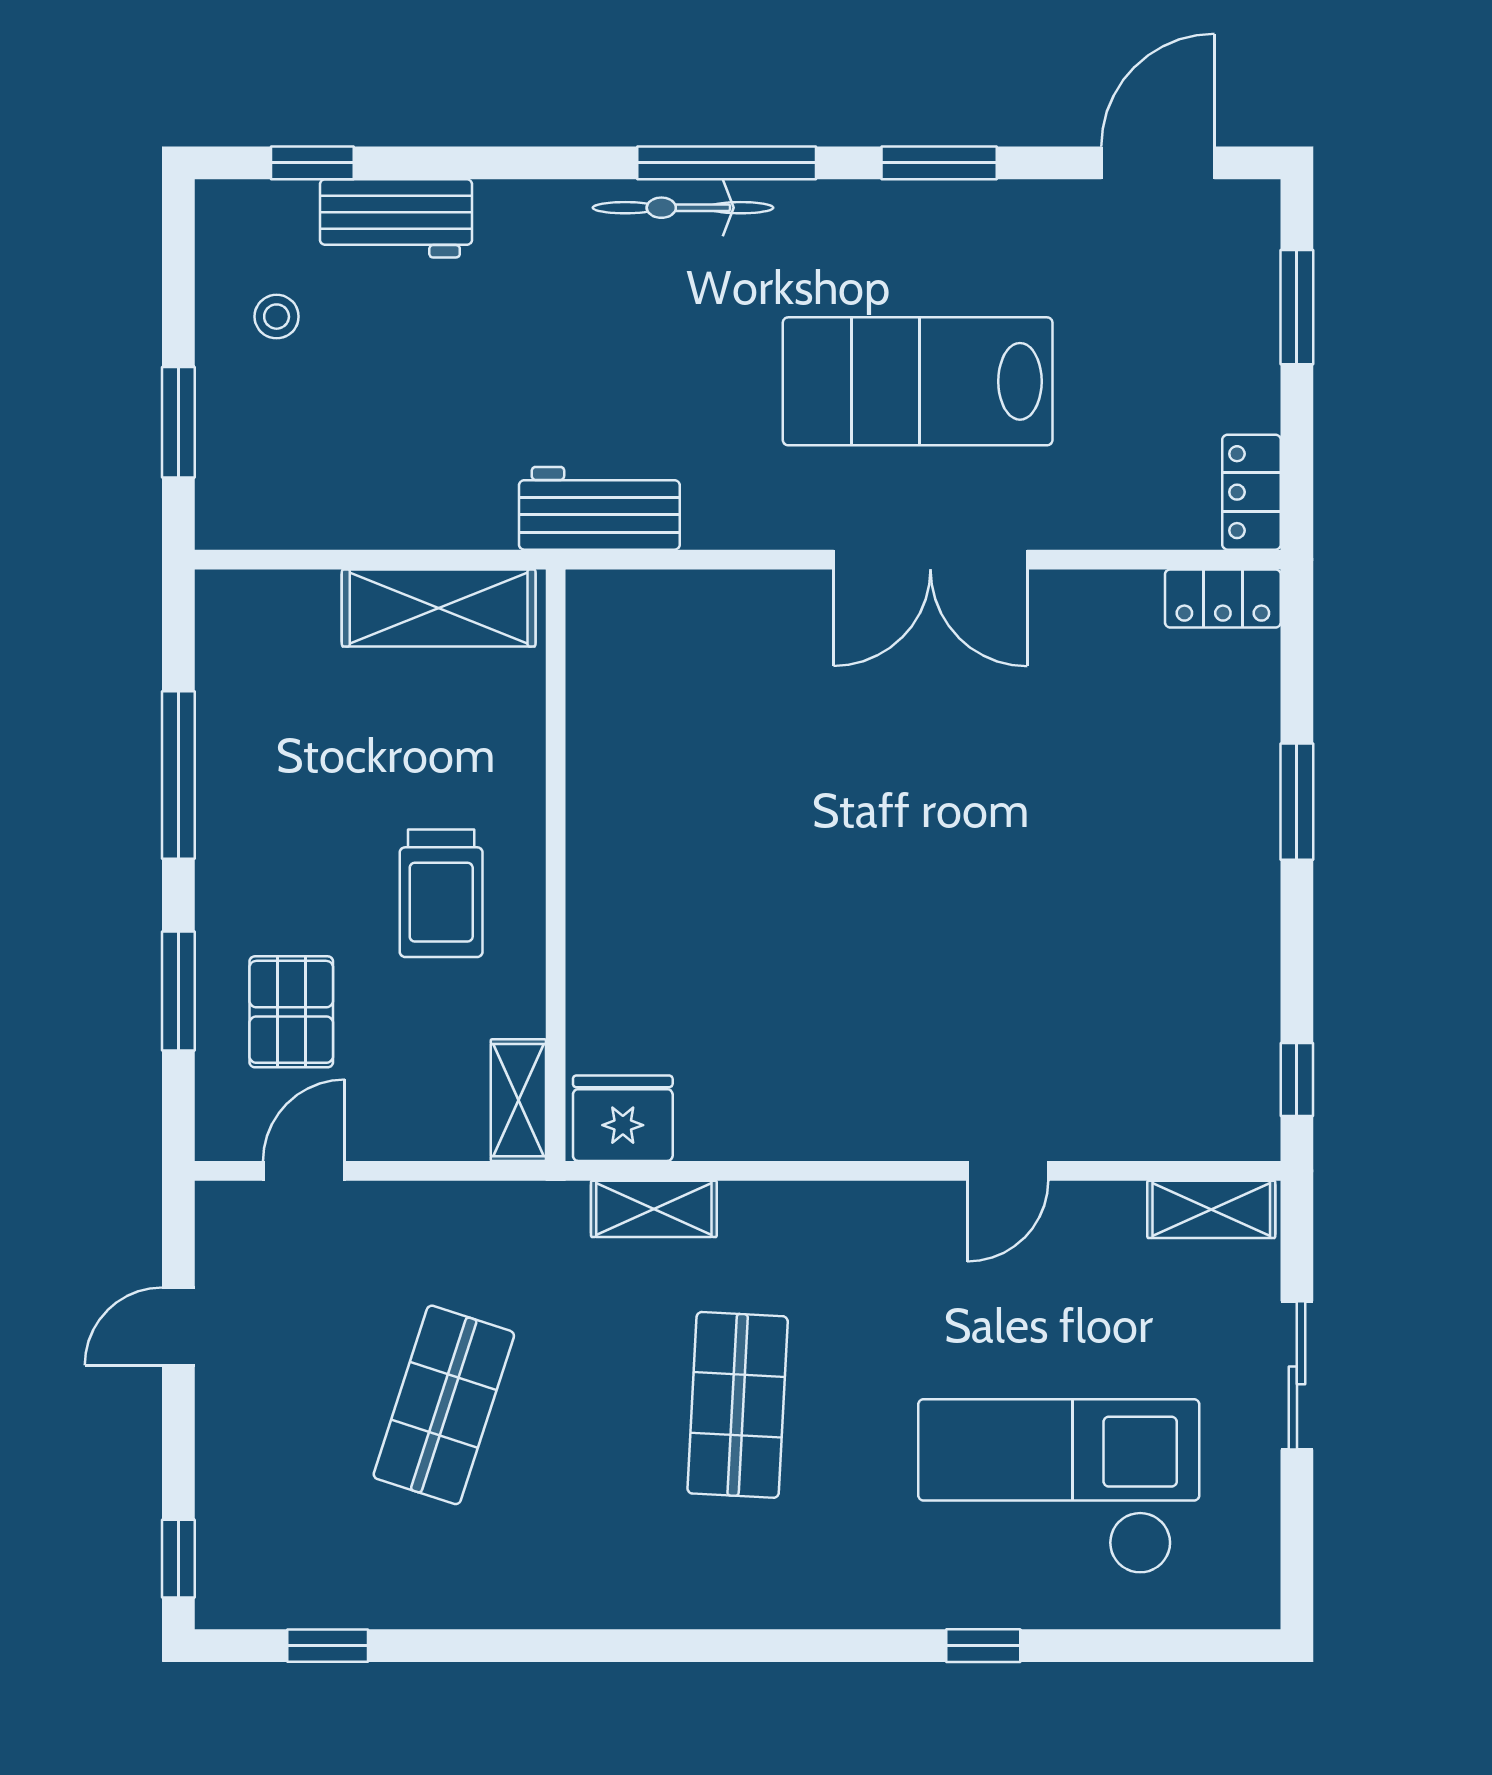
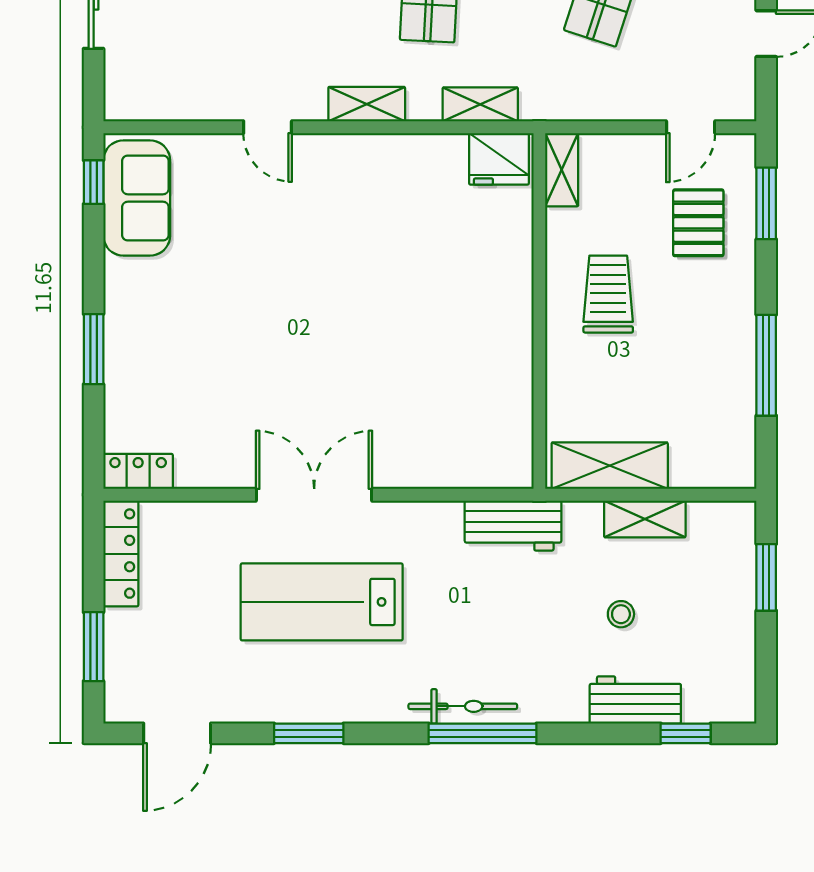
window: (727, 163) -> (483, 733), moved
stool: (277, 317) -> (621, 614), moved
lab bench: (918, 381) -> (322, 602), turned 180
locker: (1252, 492) -> (121, 554), width x1.53
shelving: (380, 519) -> (645, 519), added
window: (178, 991) -> (766, 203), moved
sofa: (1225, 1053) -> (137, 198), added
door: (1008, 1171) -> (268, 127), swing flipped
shelving: (1211, 1209) -> (367, 104), moved

